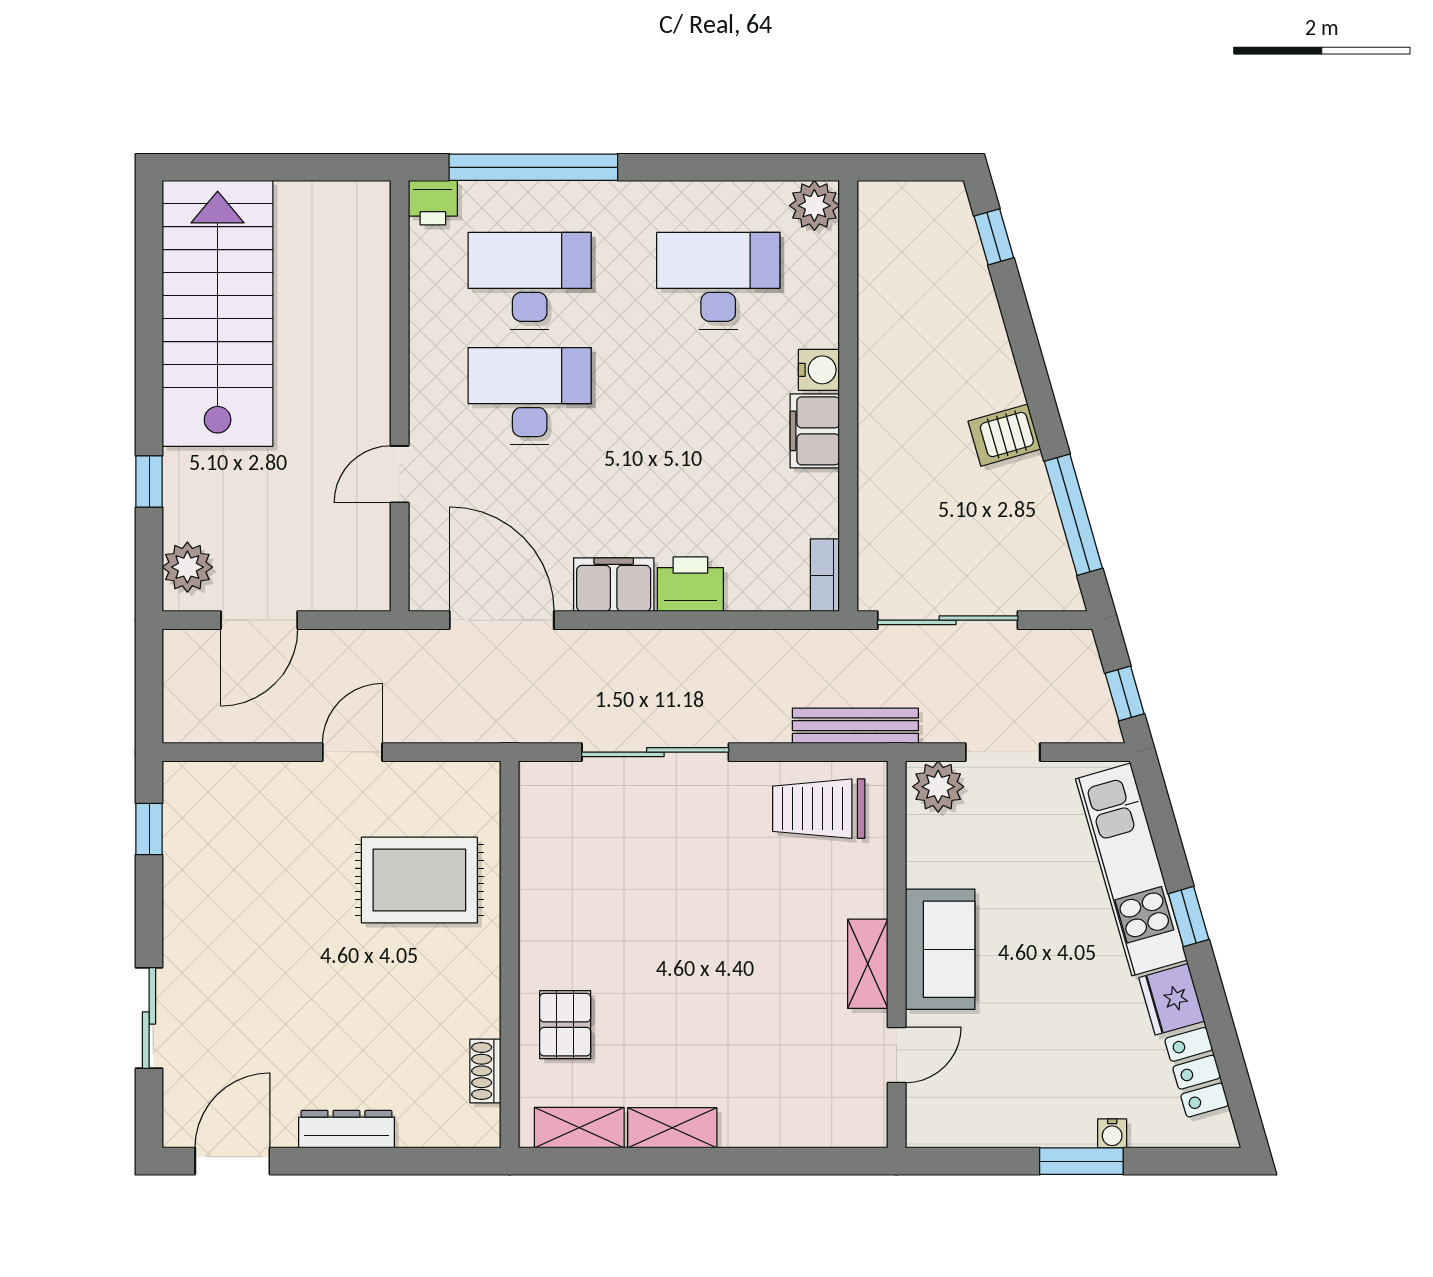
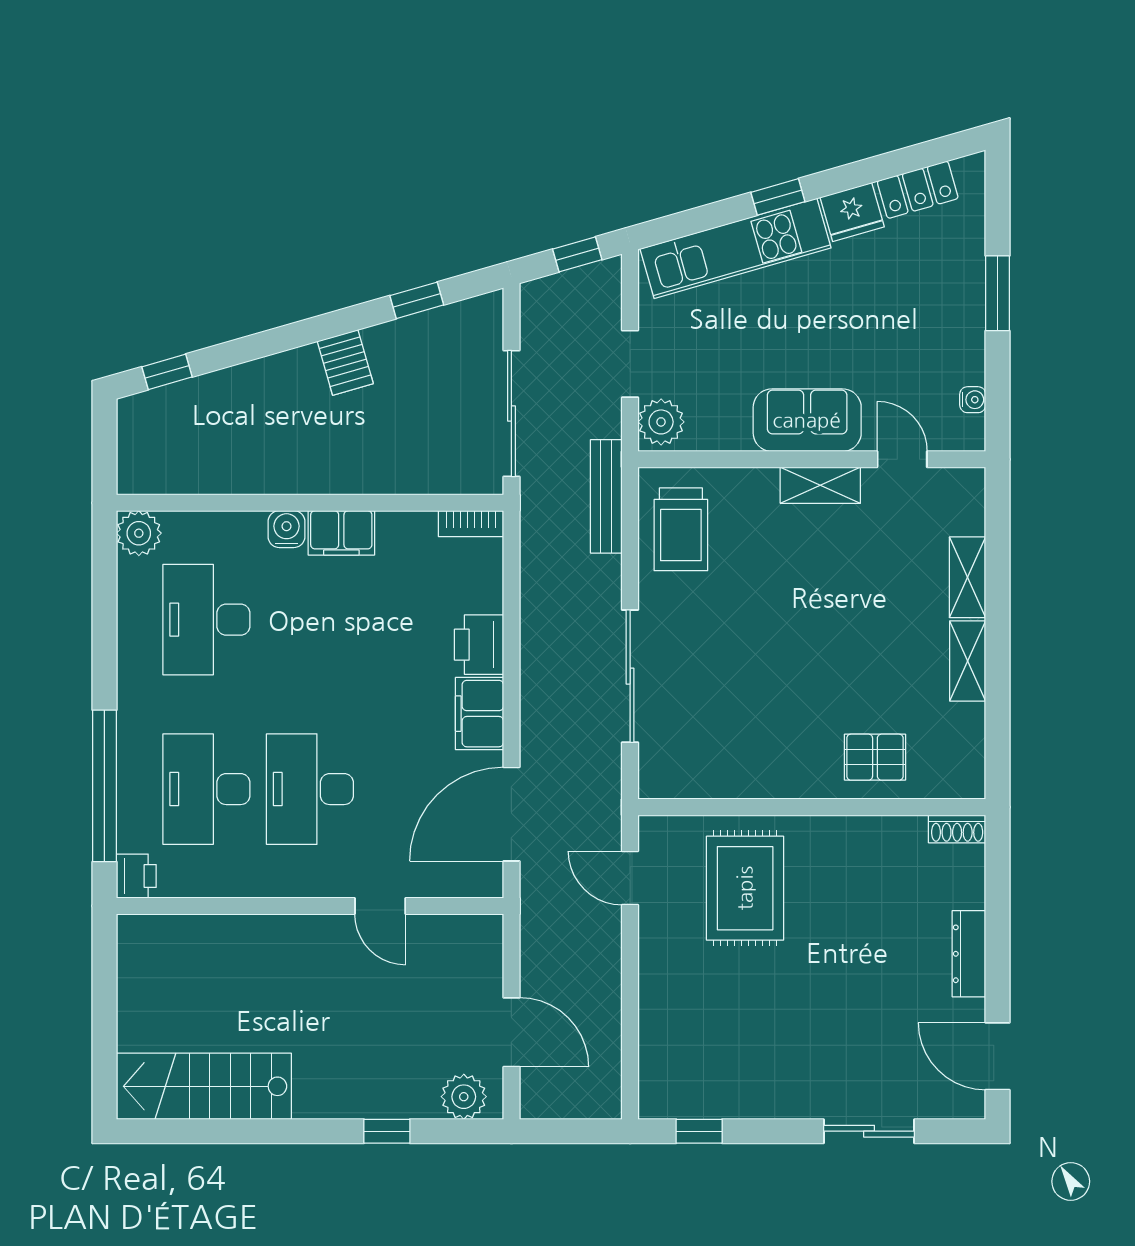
stairs: (218, 313) -> (204, 1086), width x0.73, depth x0.66
window: (1073, 515) -> (417, 300), width x0.46
door: (352, 752) -> (630, 878), moved
shoe rack: (485, 1071) -> (957, 829), moved
shelving: (579, 1128) -> (968, 577), moved
water cooler: (1112, 1133) -> (973, 400), moved

